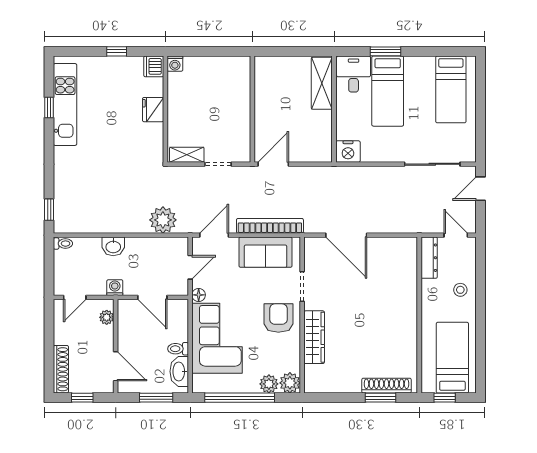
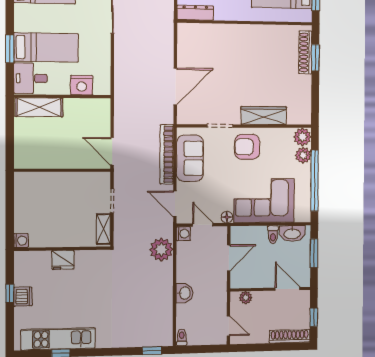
dishwasher: (154, 66) -> (23, 297), moved, turned -90
nightstand: (348, 152) -> (82, 85), moved, turned 90
washing machine: (115, 288) -> (183, 234), moved, turned 180
door: (116, 366) -> (287, 289), hinge flipped

